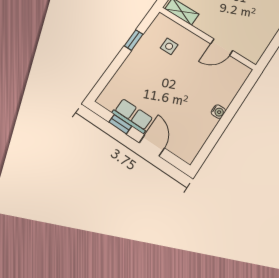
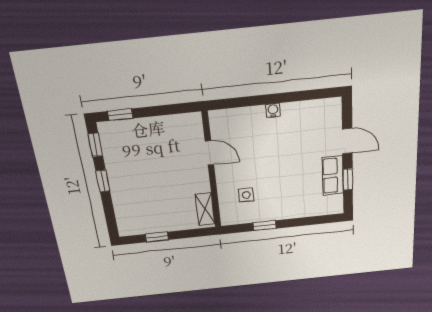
door: (152, 145) -> (347, 141), swing flipped

